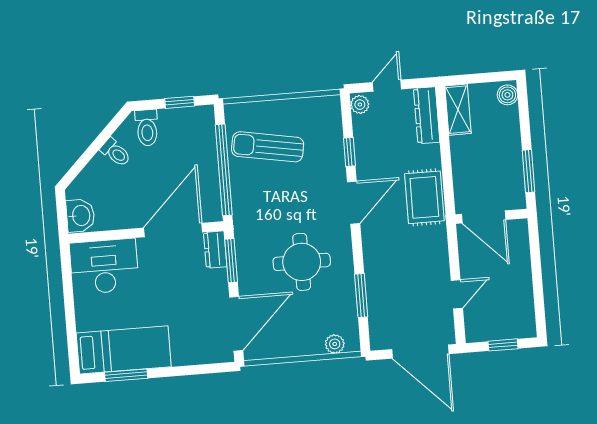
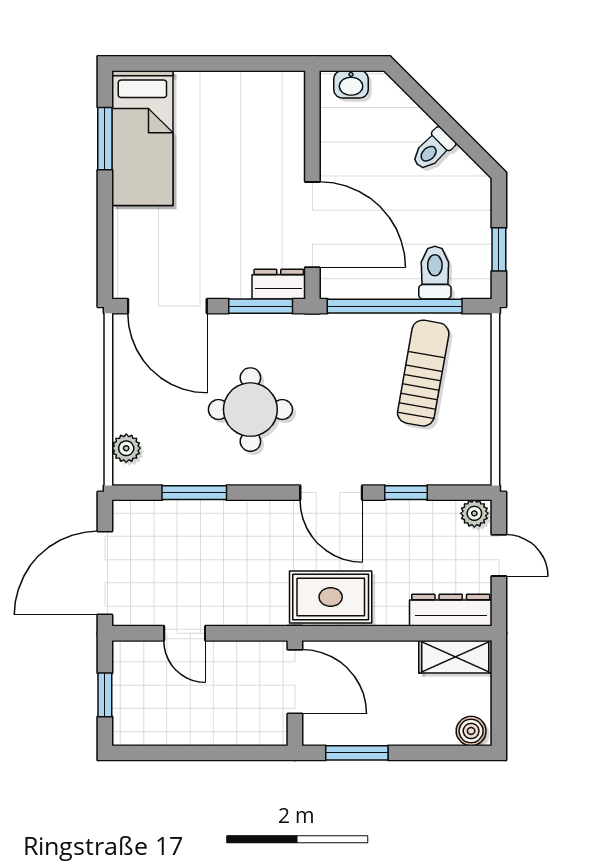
toilet: (147, 128) -> (435, 273), moved, turned 90
washbasin: (80, 216) -> (351, 84), width x0.72, depth x0.69
door: (484, 217) -> (295, 682), swing flipped
desk: (104, 266) -> (267, 119), removed

